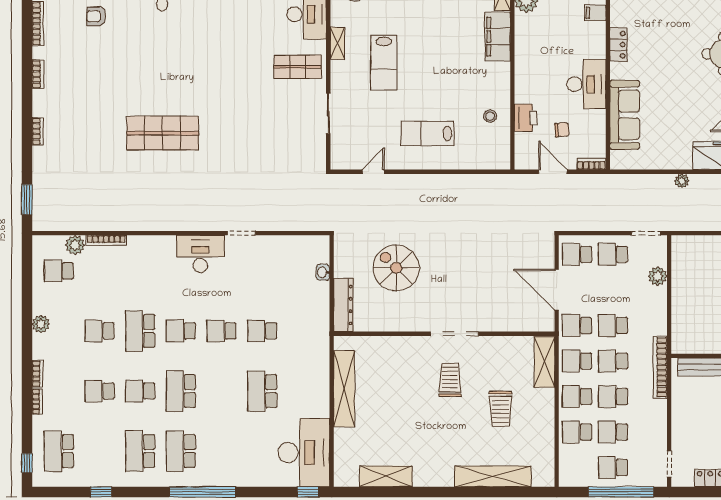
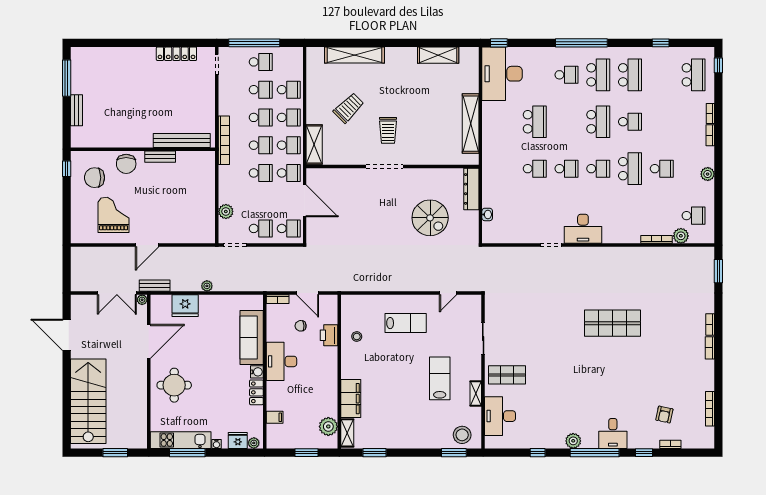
armchair: (96, 16) -> (664, 415), turned 102
water cooler: (618, 71) -> (257, 372), added
bookcase: (38, 74) -> (710, 348), moved
school desk: (100, 391) -> (566, 75), moved
trolley: (500, 409) -> (349, 108), turned 45

